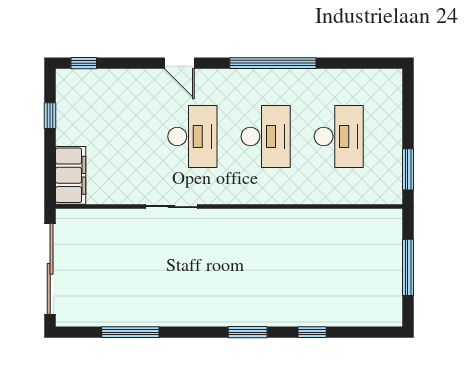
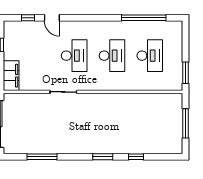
window: (84, 63) -> (28, 18), moved
door: (179, 63) -> (52, 18), moved
window: (273, 63) -> (144, 18), moved

